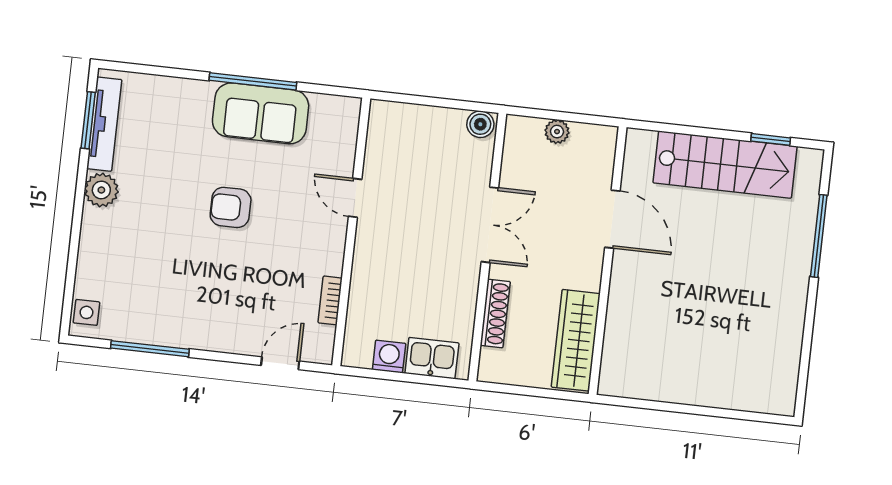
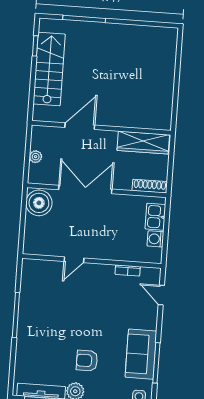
sofa: (261, 113) -> (141, 354), moved, turned 180
boiler: (480, 124) -> (39, 203), width x1.86, depth x1.86
armchair: (231, 207) -> (87, 361), moved, turned 90
double door: (490, 225) -> (85, 189), width x1.37
shoe rack: (495, 313) -> (150, 186), moved

